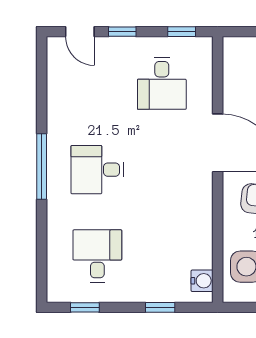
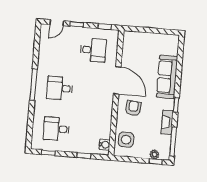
door: (80, 32) -> (57, 23), hinge flipped
desk: (162, 83) -> (93, 50), turned -90
desk: (97, 256) -> (56, 129), turned -90

